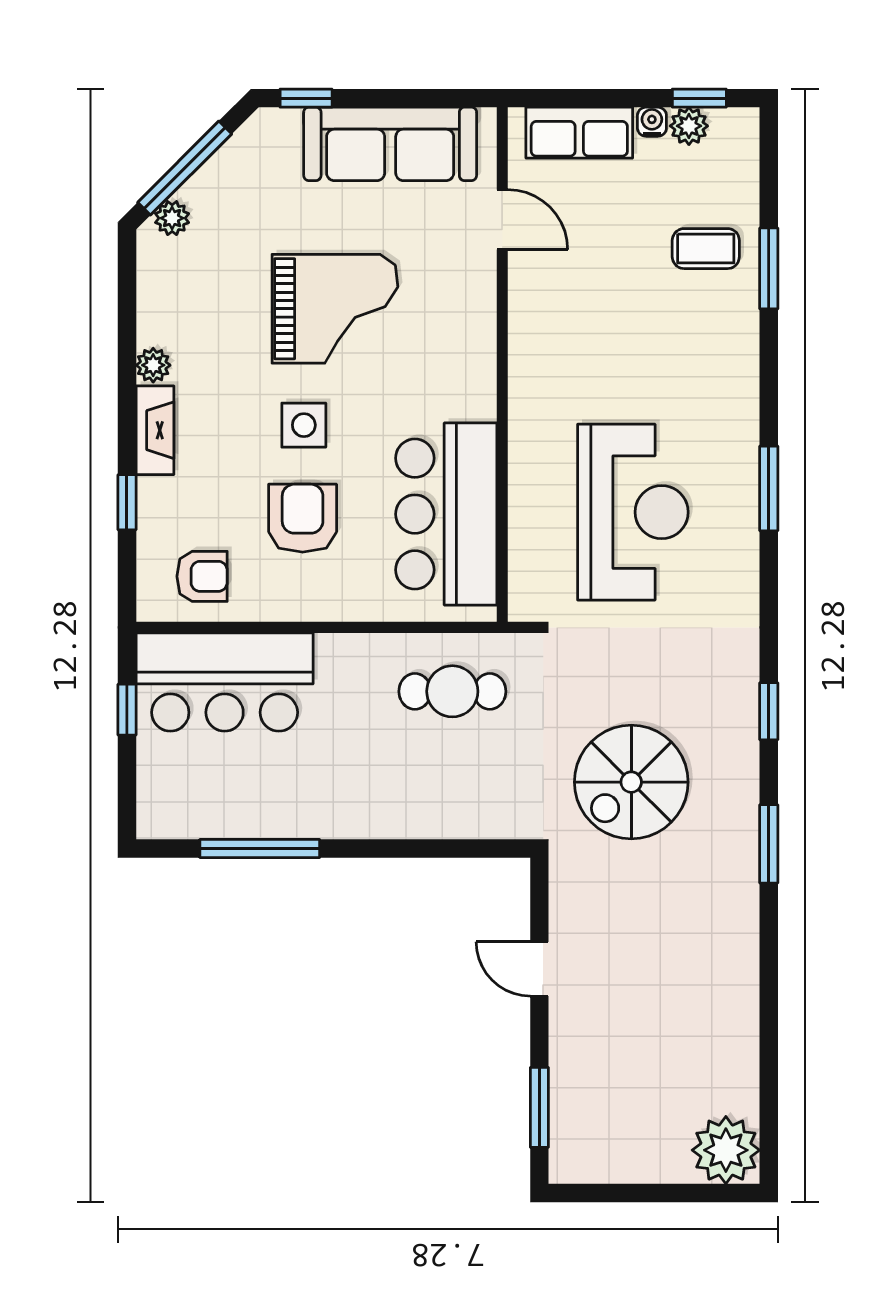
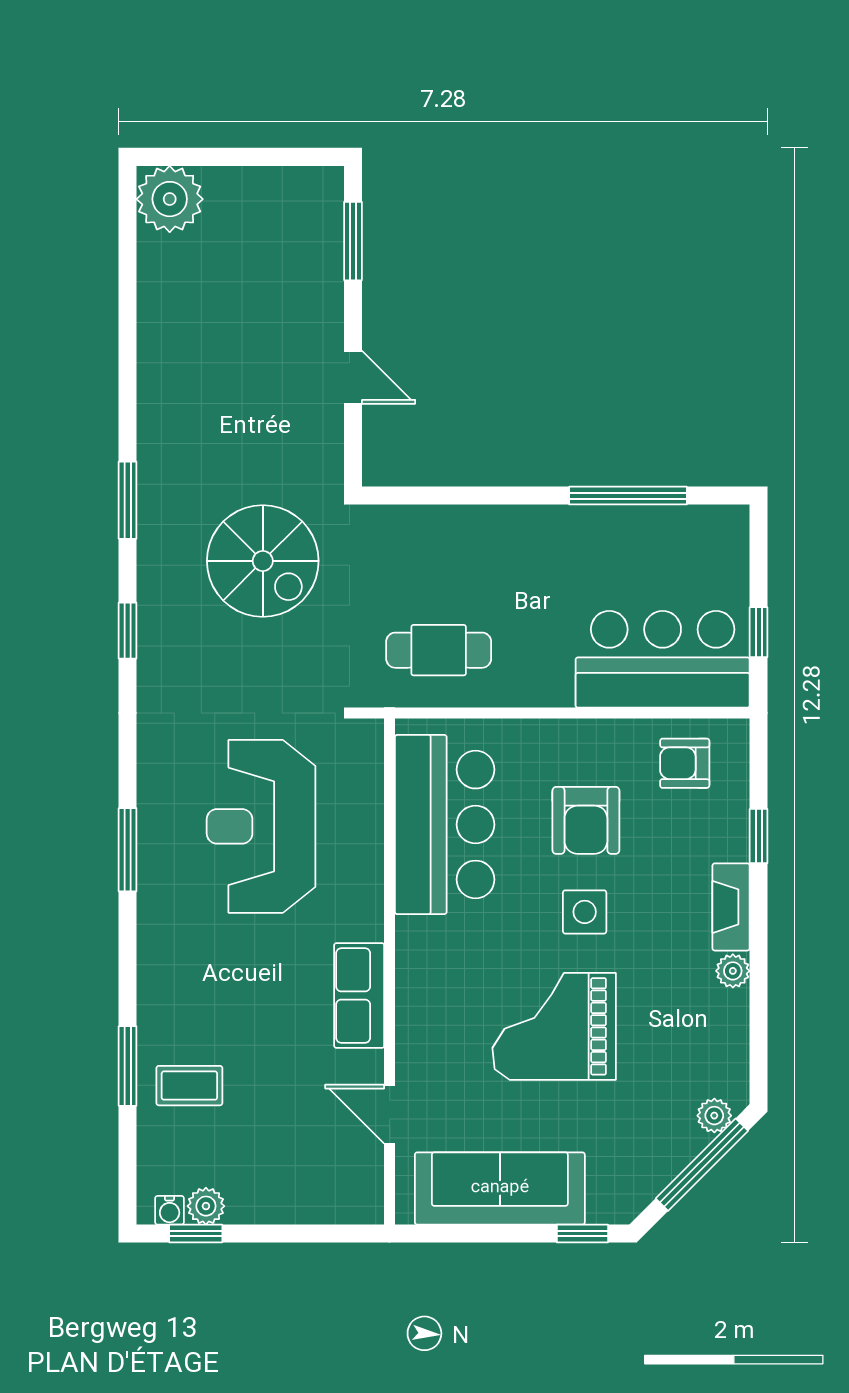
water cooler: (652, 122) -> (170, 1210), moved
row of seats: (579, 133) -> (359, 996), moved, turned -90
spiral stairs: (631, 782) -> (263, 561), turned 90

